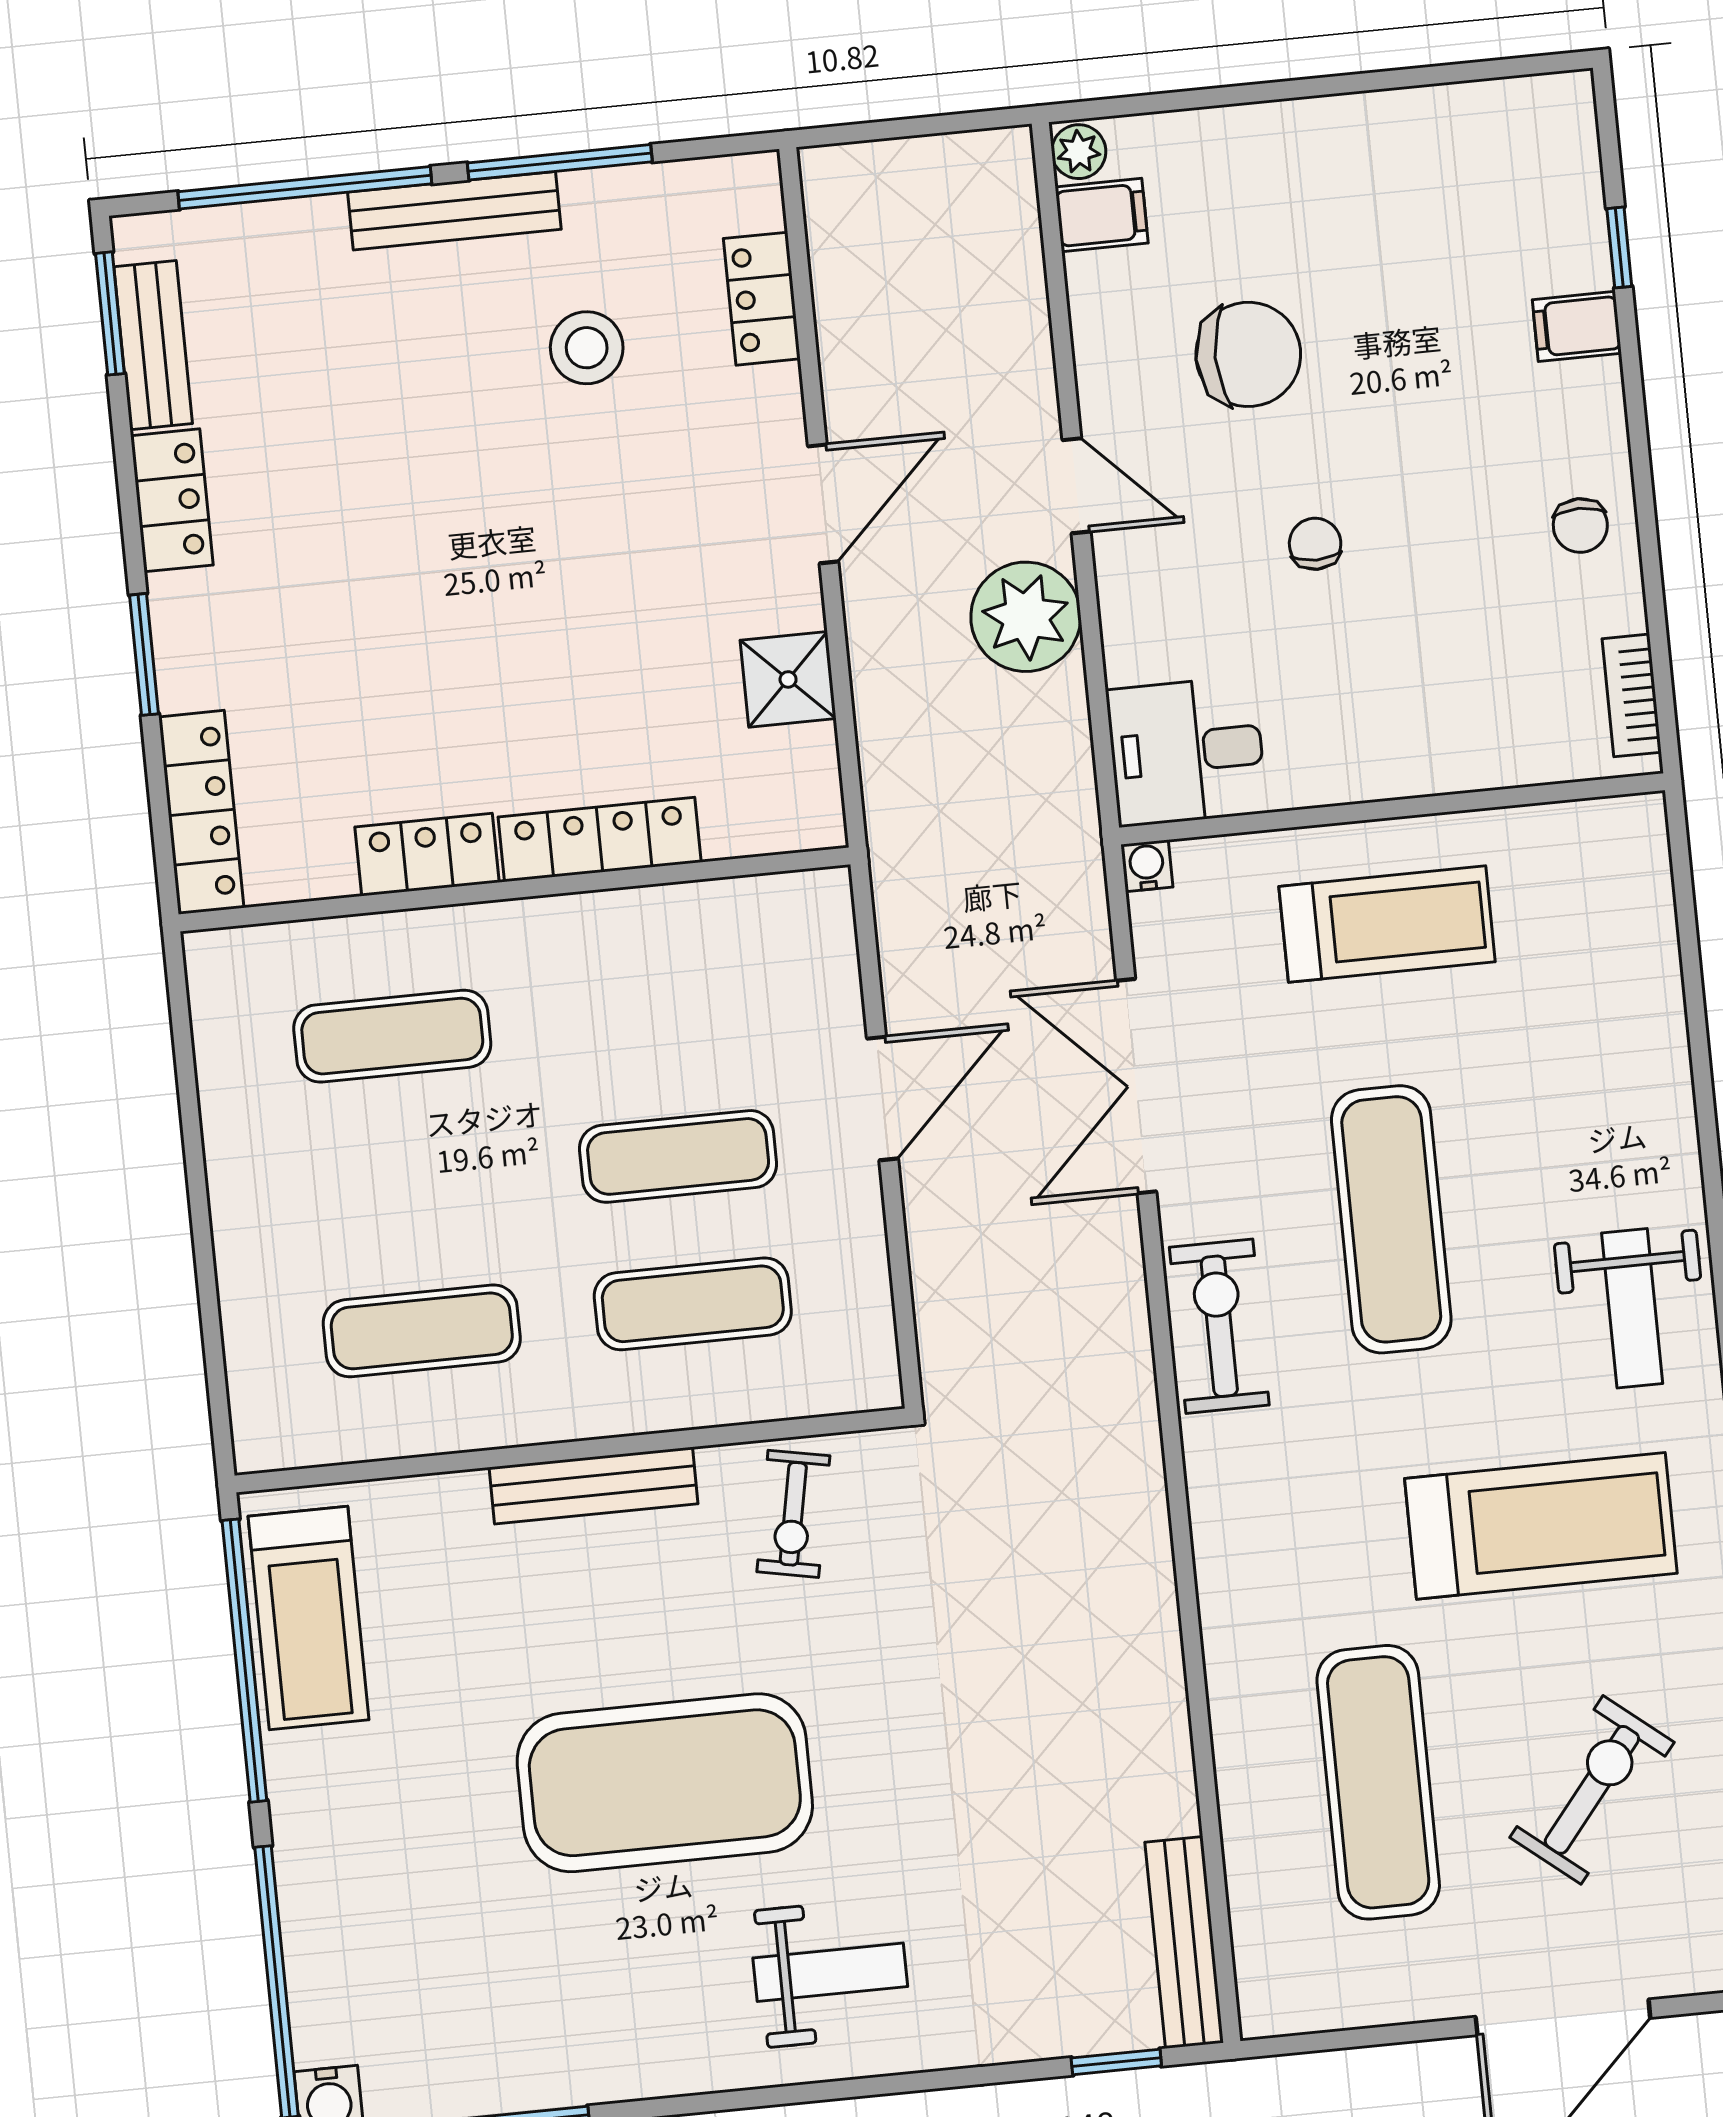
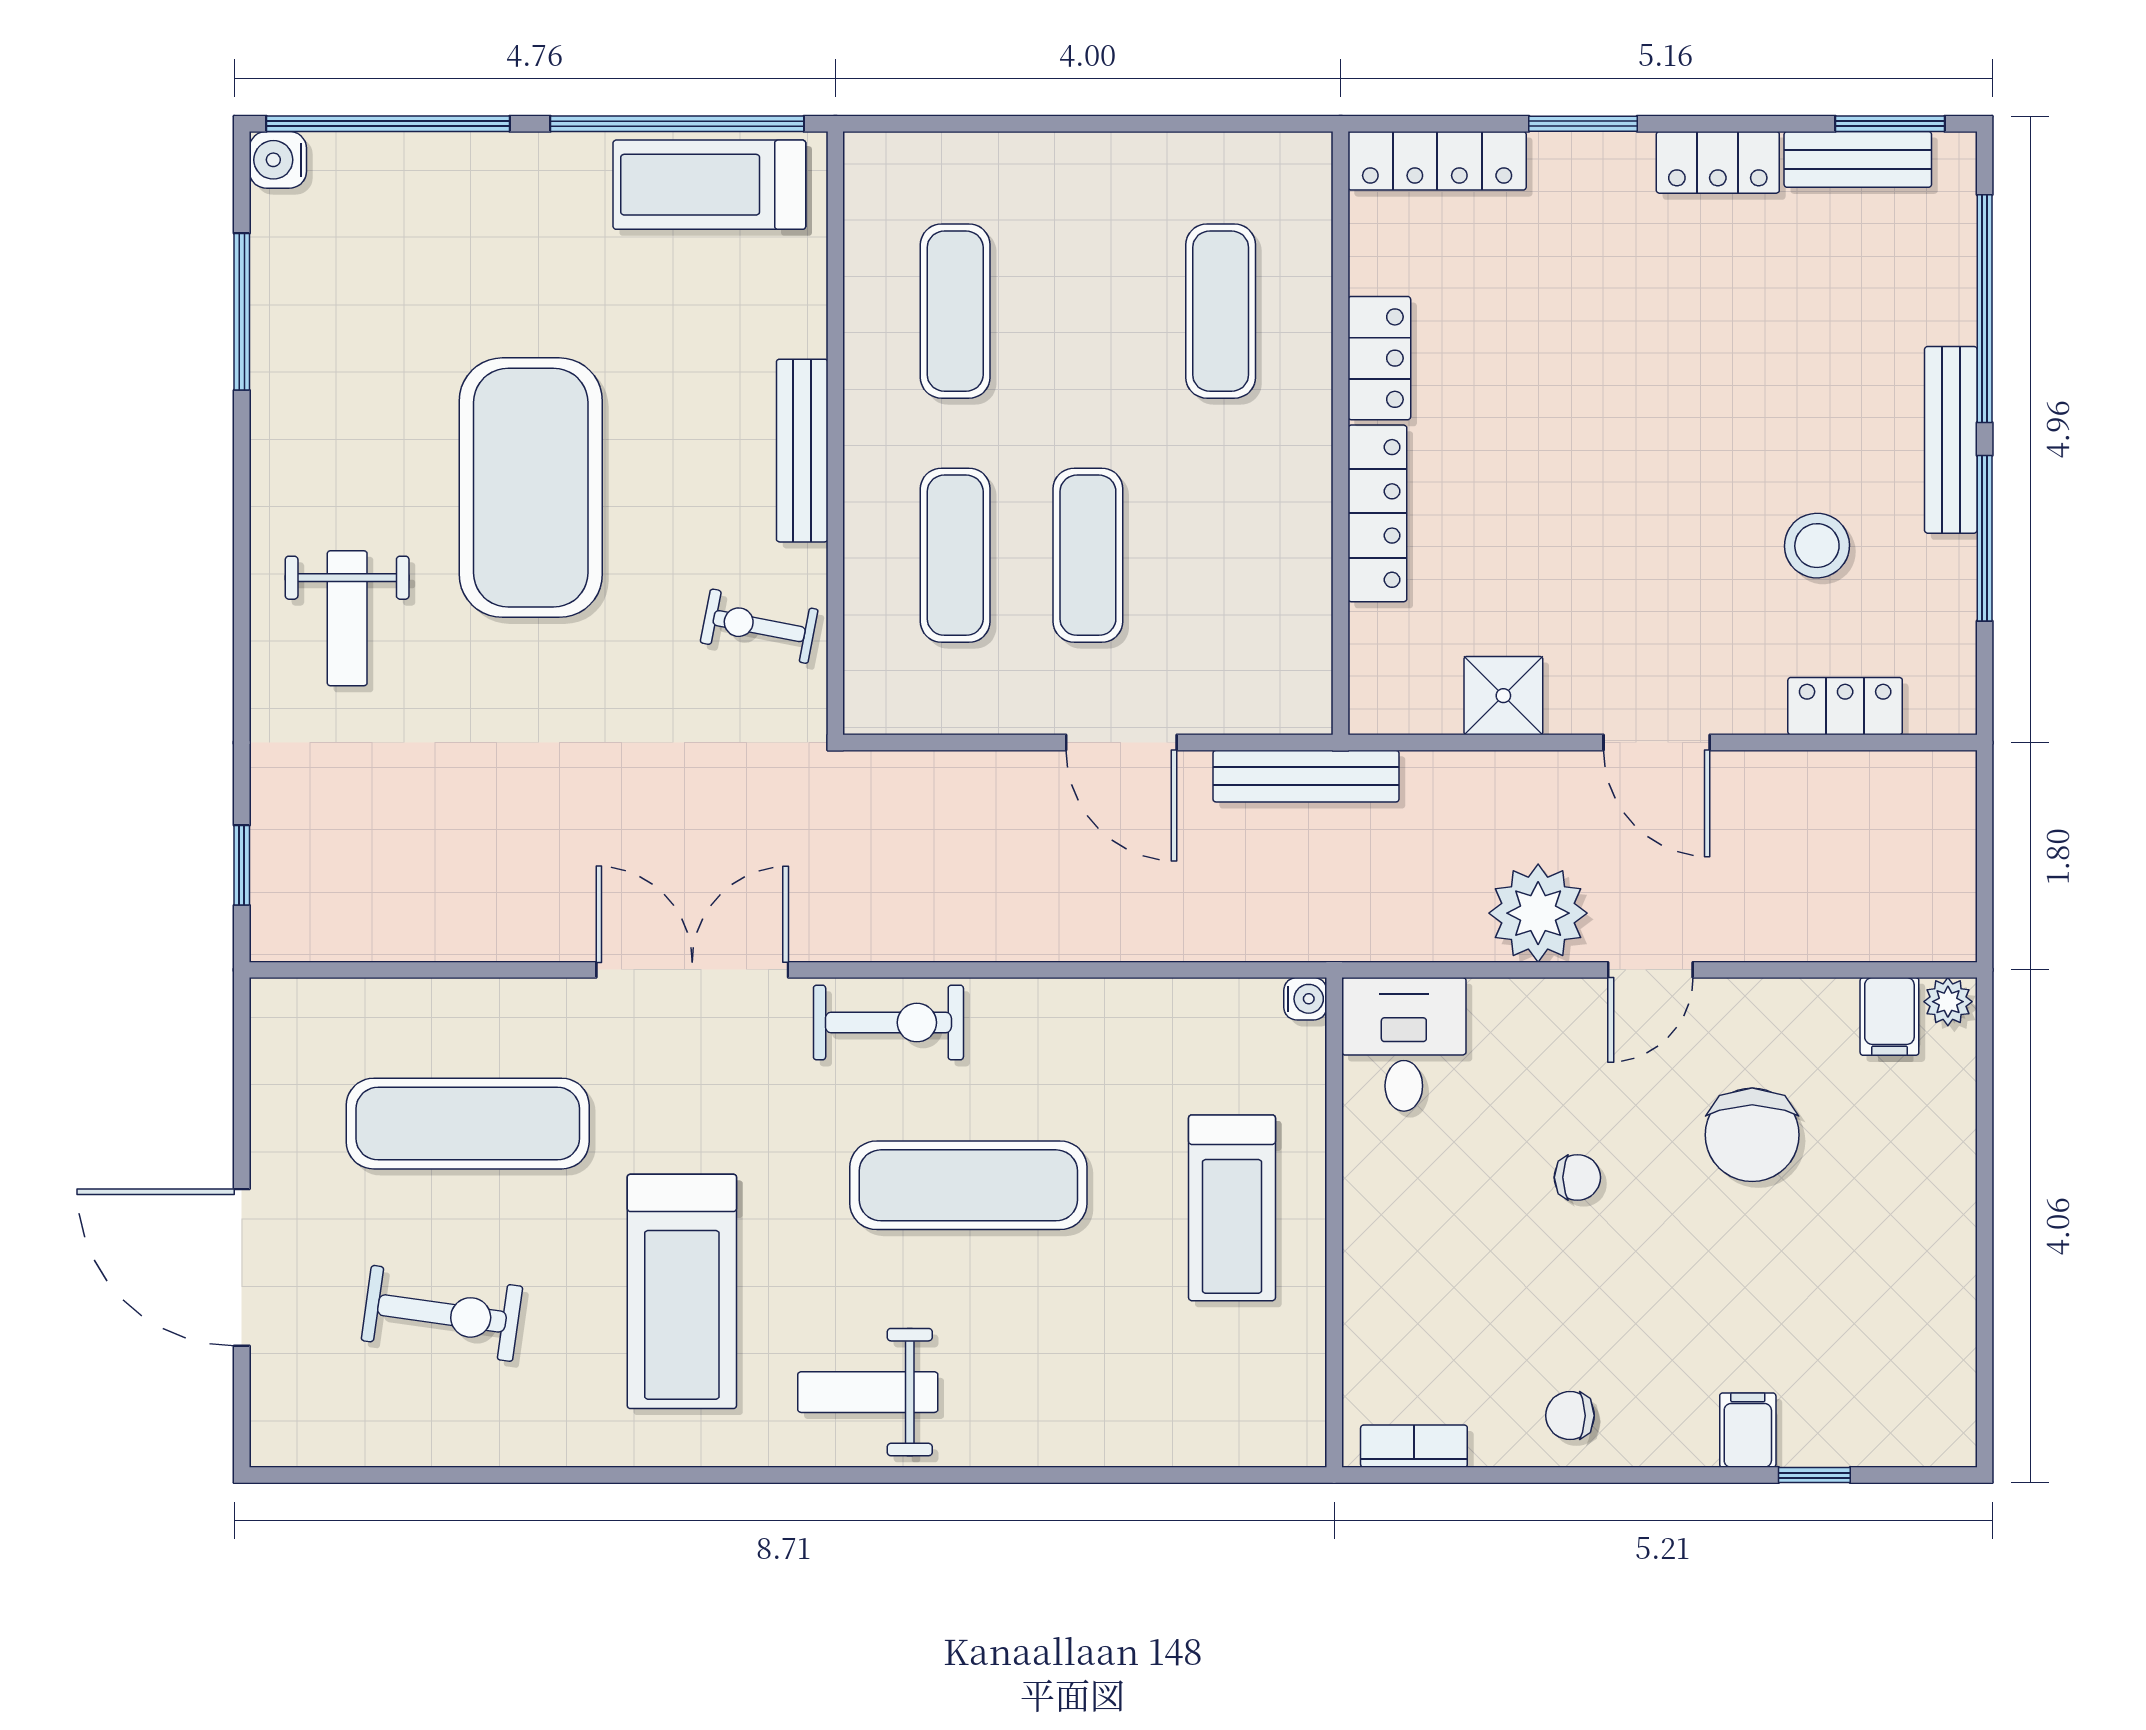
double door: (1136, 1086) -> (692, 970), moved
exercise bike: (1592, 1790) -> (442, 1313), turned -31
bench: (1184, 1942) -> (1306, 776), moved

